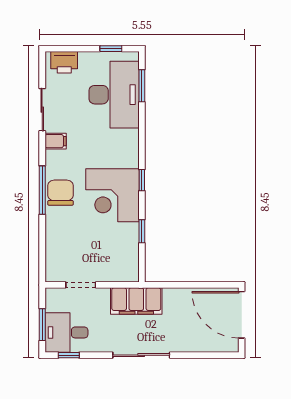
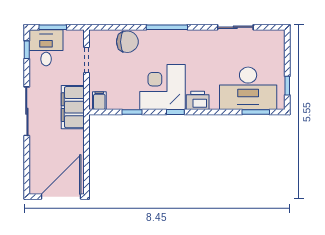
printer: (64, 62) -> (198, 100), moved, turned 90
filing cabinet: (56, 141) -> (99, 101), moved, turned 180
chair: (61, 193) -> (127, 42), moved

